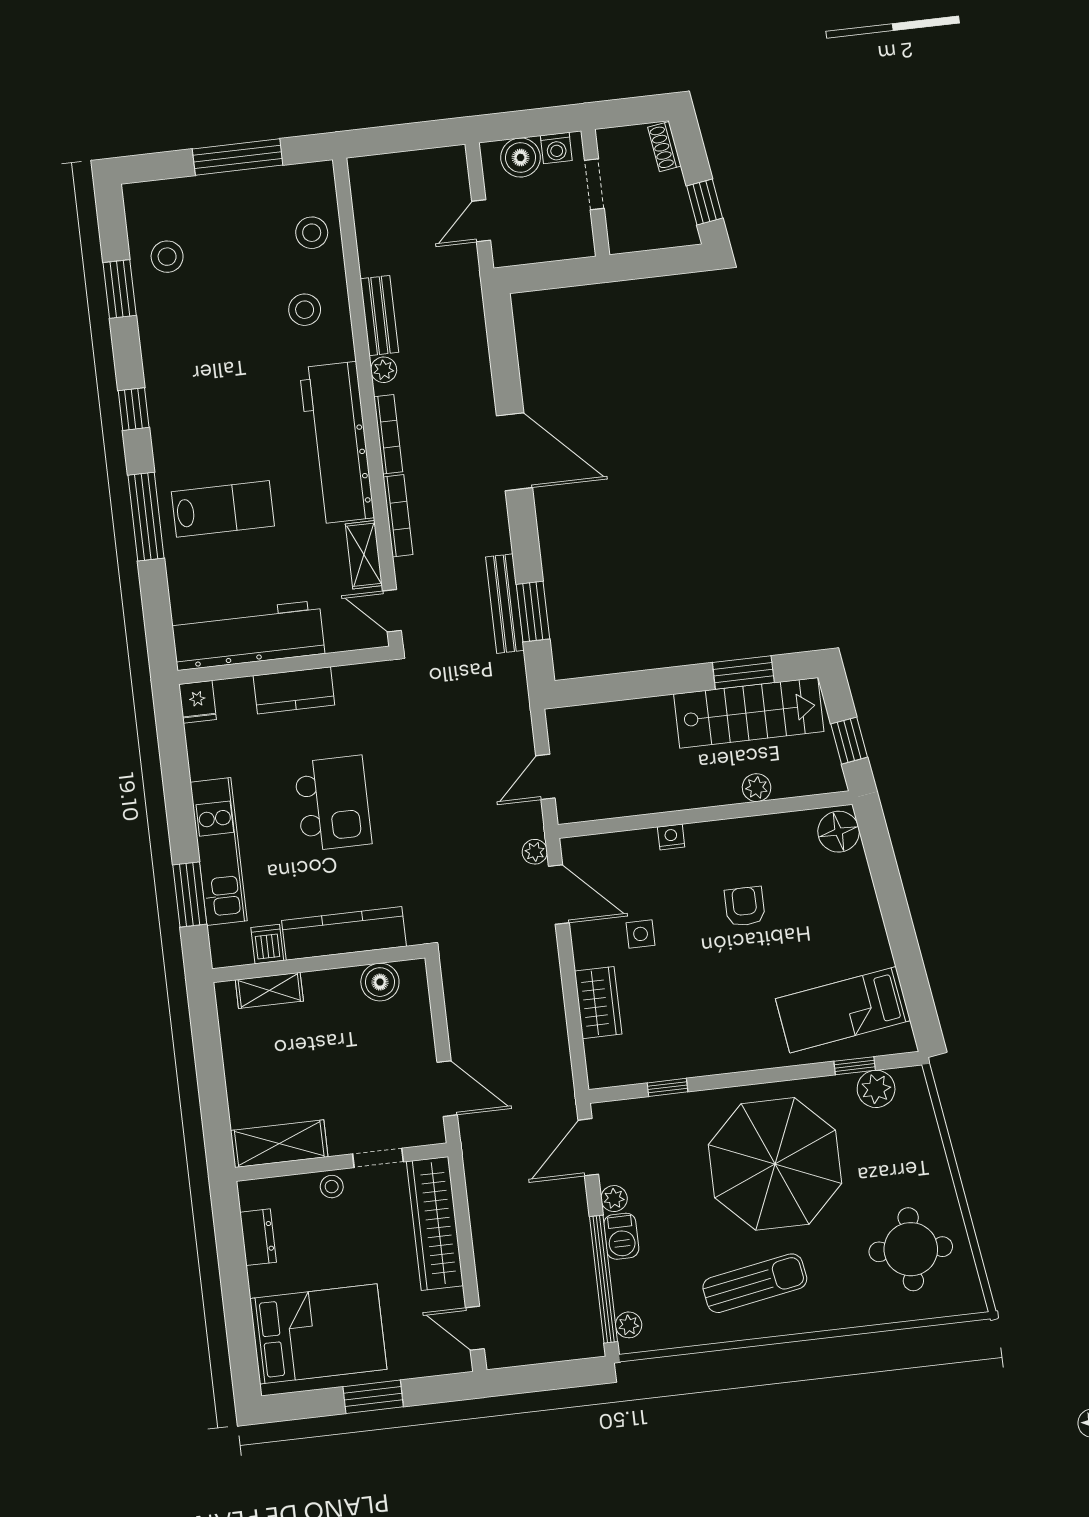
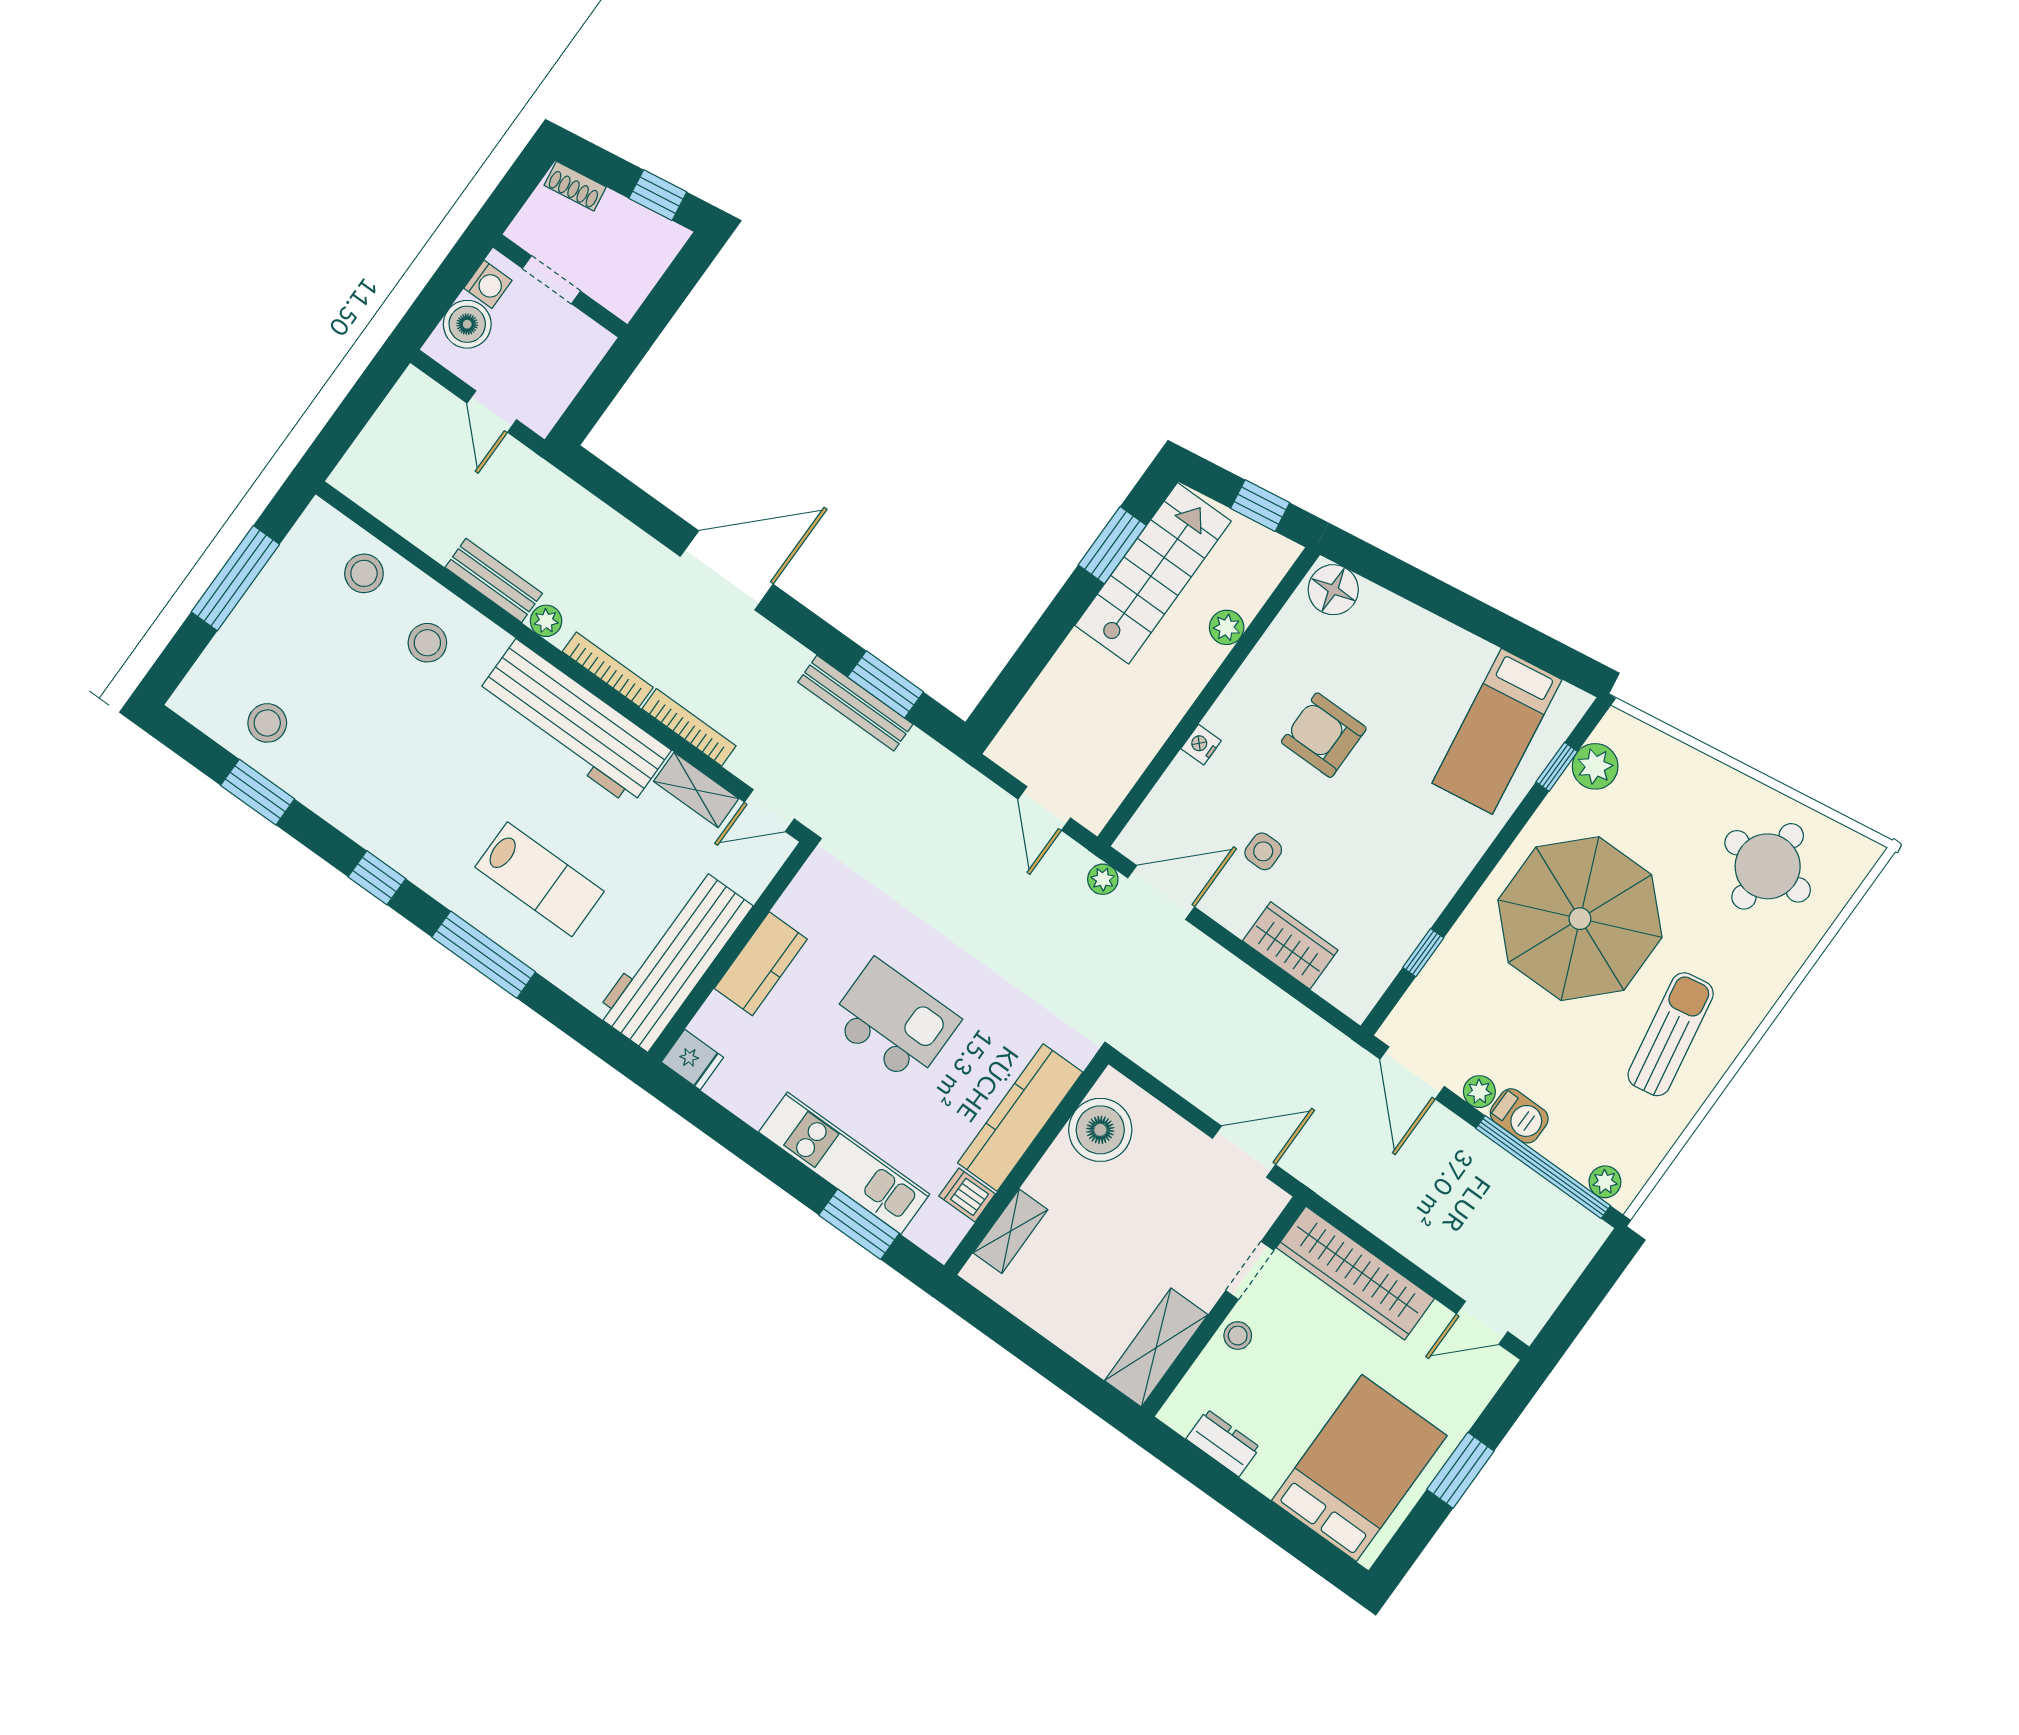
lab bench: (223, 509) -> (540, 879), turned 90
armchair: (745, 906) -> (1324, 735), width x1.38, depth x1.38
boiler: (380, 982) -> (1100, 1130), width x1.37, depth x1.37

